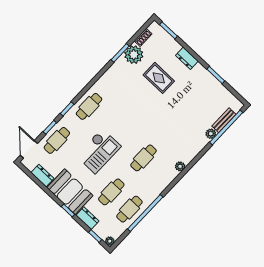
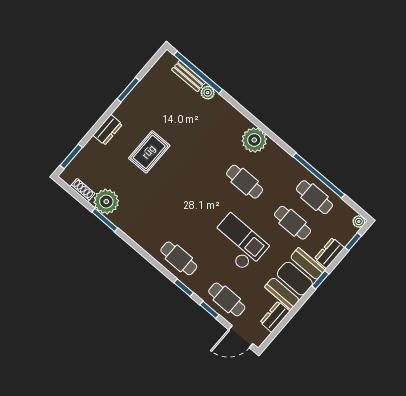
rug: (159, 78) -> (149, 152), moved
plant: (180, 166) -> (254, 140), width x1.88, depth x1.88

